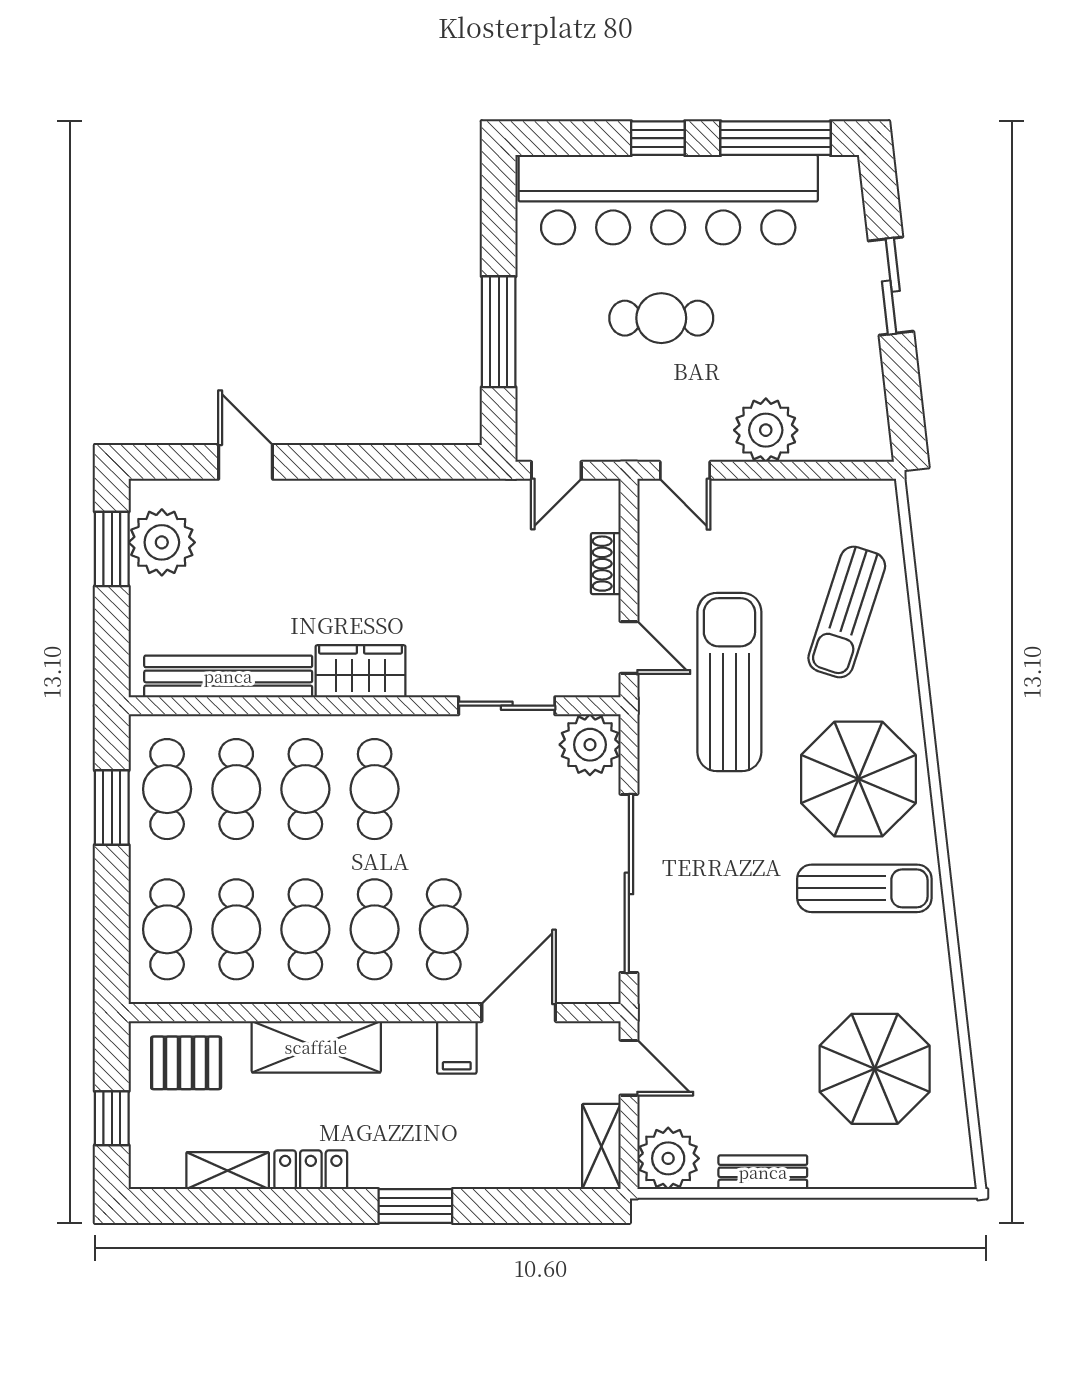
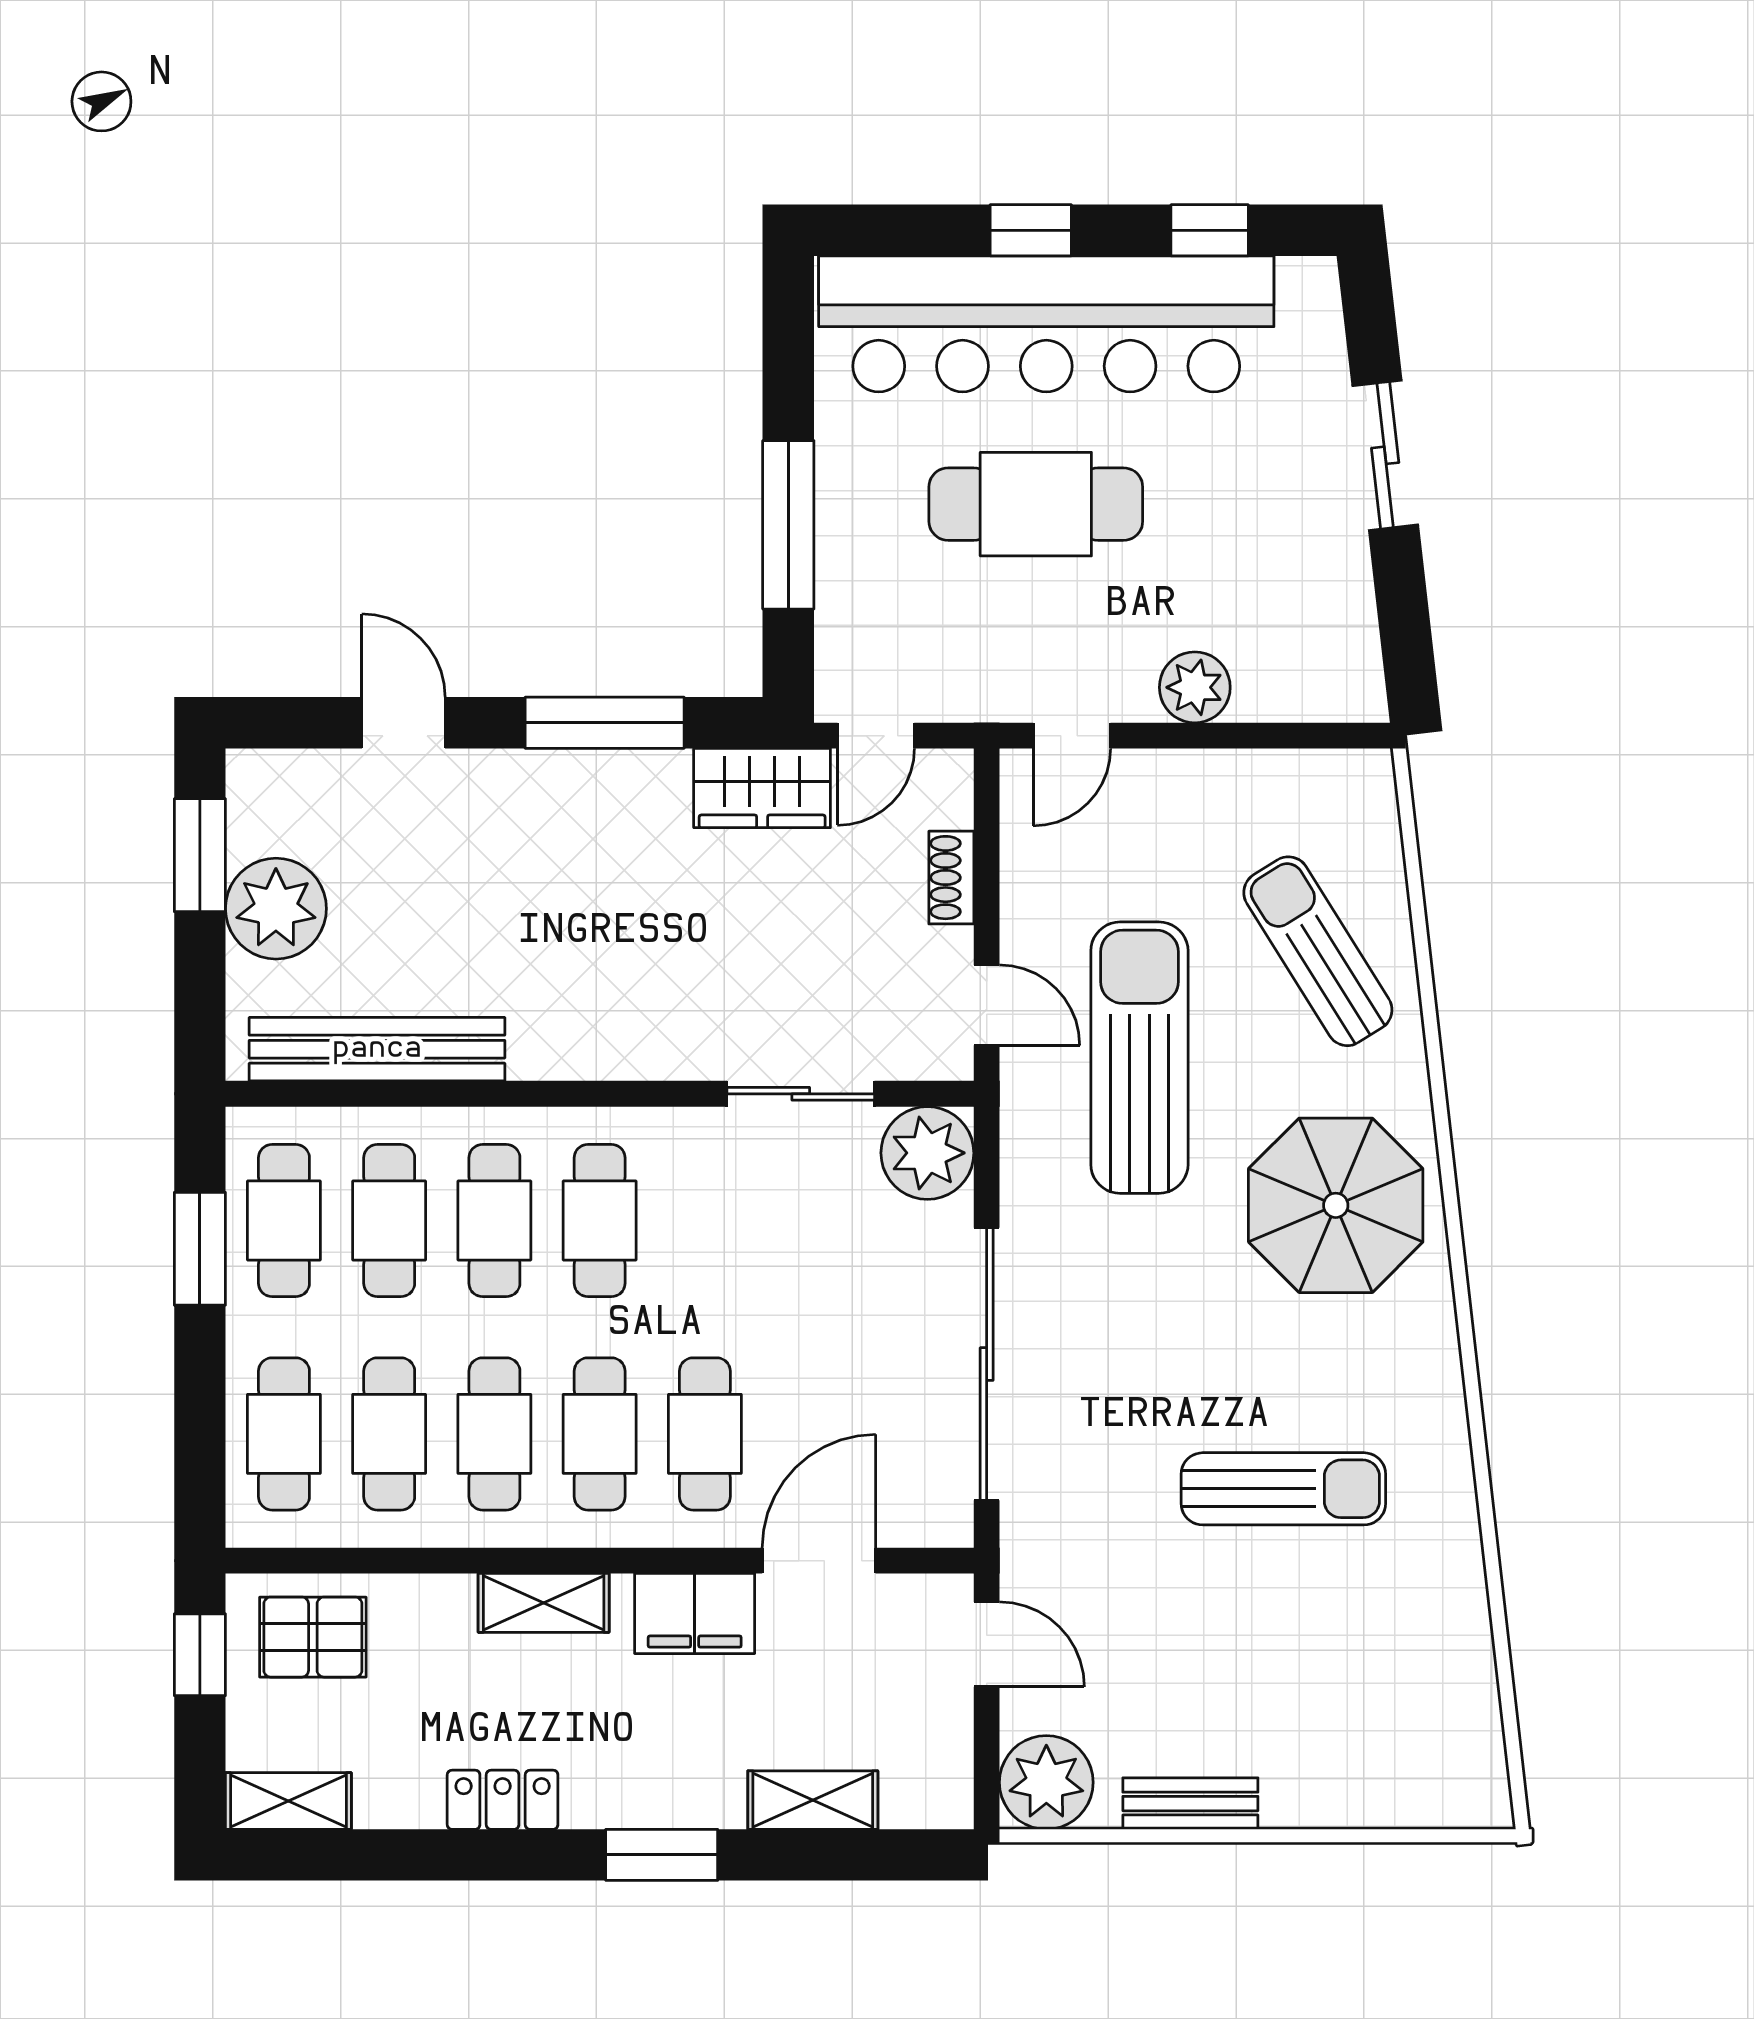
window: (776, 138) -> (1210, 230), width x0.46
cafe table: (661, 318) -> (1036, 504), width x1.37, depth x1.35
plant: (766, 430) -> (1195, 687), width x0.73, depth x0.73
window: (378, 462) -> (605, 723), added
door: (685, 470) -> (1072, 736), hinge flipped
plant: (162, 542) -> (276, 909), moved
sun lounger: (847, 612) -> (1318, 951), turned 130
wardrobe: (361, 671) -> (762, 788), moved, turned 180
sun lounger: (864, 888) -> (1283, 1489), moved
shelving: (316, 1047) -> (544, 1603), width x0.67, depth x0.75
filing cabinet: (457, 1047) -> (695, 1614), width x2.00
parasol: (875, 1069) -> (1360, 1646), removed
window: (112, 1118) -> (200, 1655), moved
shelving: (601, 1146) -> (813, 1800), moved, turned 90
shelving: (228, 1171) -> (288, 1801), moved

